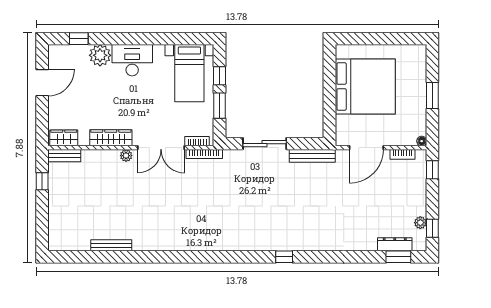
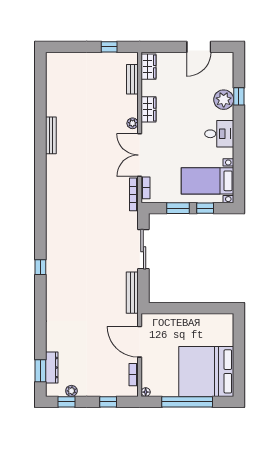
window: (79, 39) -> (239, 96), moved
desk: (132, 60) -> (219, 134), width x0.73
door: (42, 83) -> (199, 47), hinge flipped
bed: (365, 86) -> (206, 371), moved, turned 90
window: (432, 96) -> (187, 402), width x2.11
wardrobe: (111, 138) -> (149, 109), width x0.67
bench: (64, 156) -> (132, 79), moved
window: (432, 170) -> (108, 402), moved
bench: (111, 245) -> (51, 135), moved

